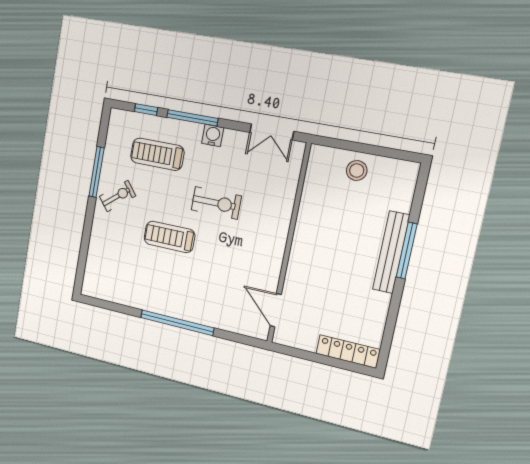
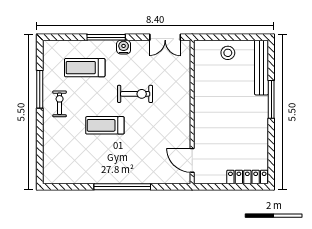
window: (146, 110) -> (70, 37), removed
exercise bike: (118, 196) -> (60, 104), turned -51
bench: (391, 252) -> (261, 68), moved

